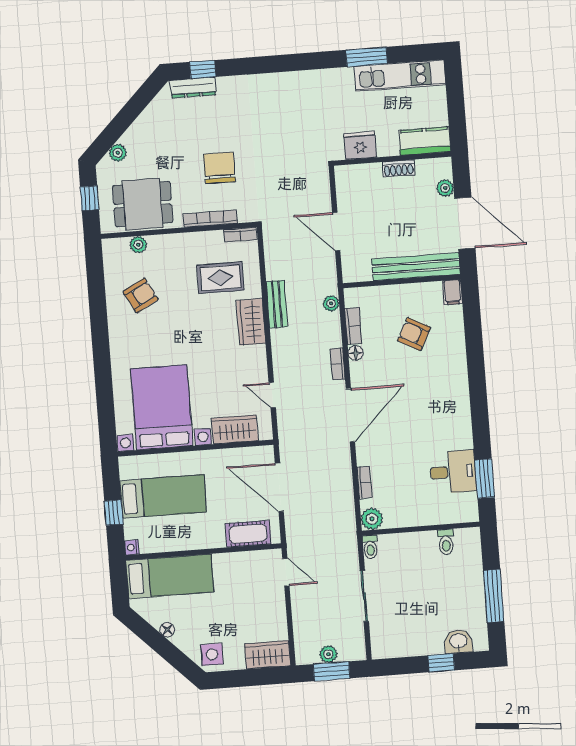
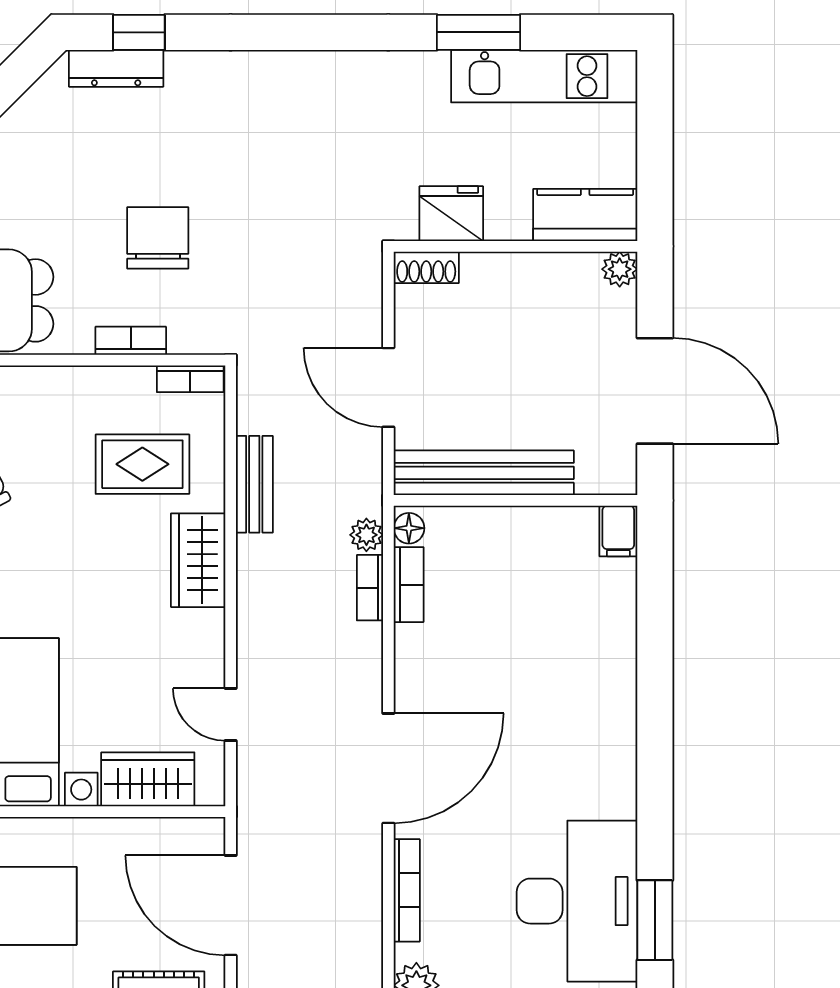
shoe rack: (399, 168) -> (426, 267), moved
plant: (445, 188) -> (620, 269), moved
bookcase: (210, 219) -> (131, 341), width x0.64
bench: (416, 267) -> (484, 473), moved
bench: (277, 304) -> (254, 484), moved
armchair: (414, 334) -> (532, 611), removed
floor lamp: (356, 353) -> (409, 528), moved
bookcase: (338, 364) -> (370, 588), moved
desk: (453, 472) -> (577, 901), width x1.87, depth x1.30
bookcase: (364, 482) -> (407, 890), width x1.56

